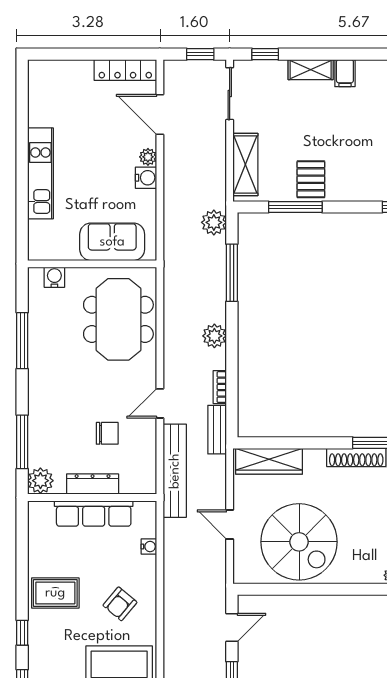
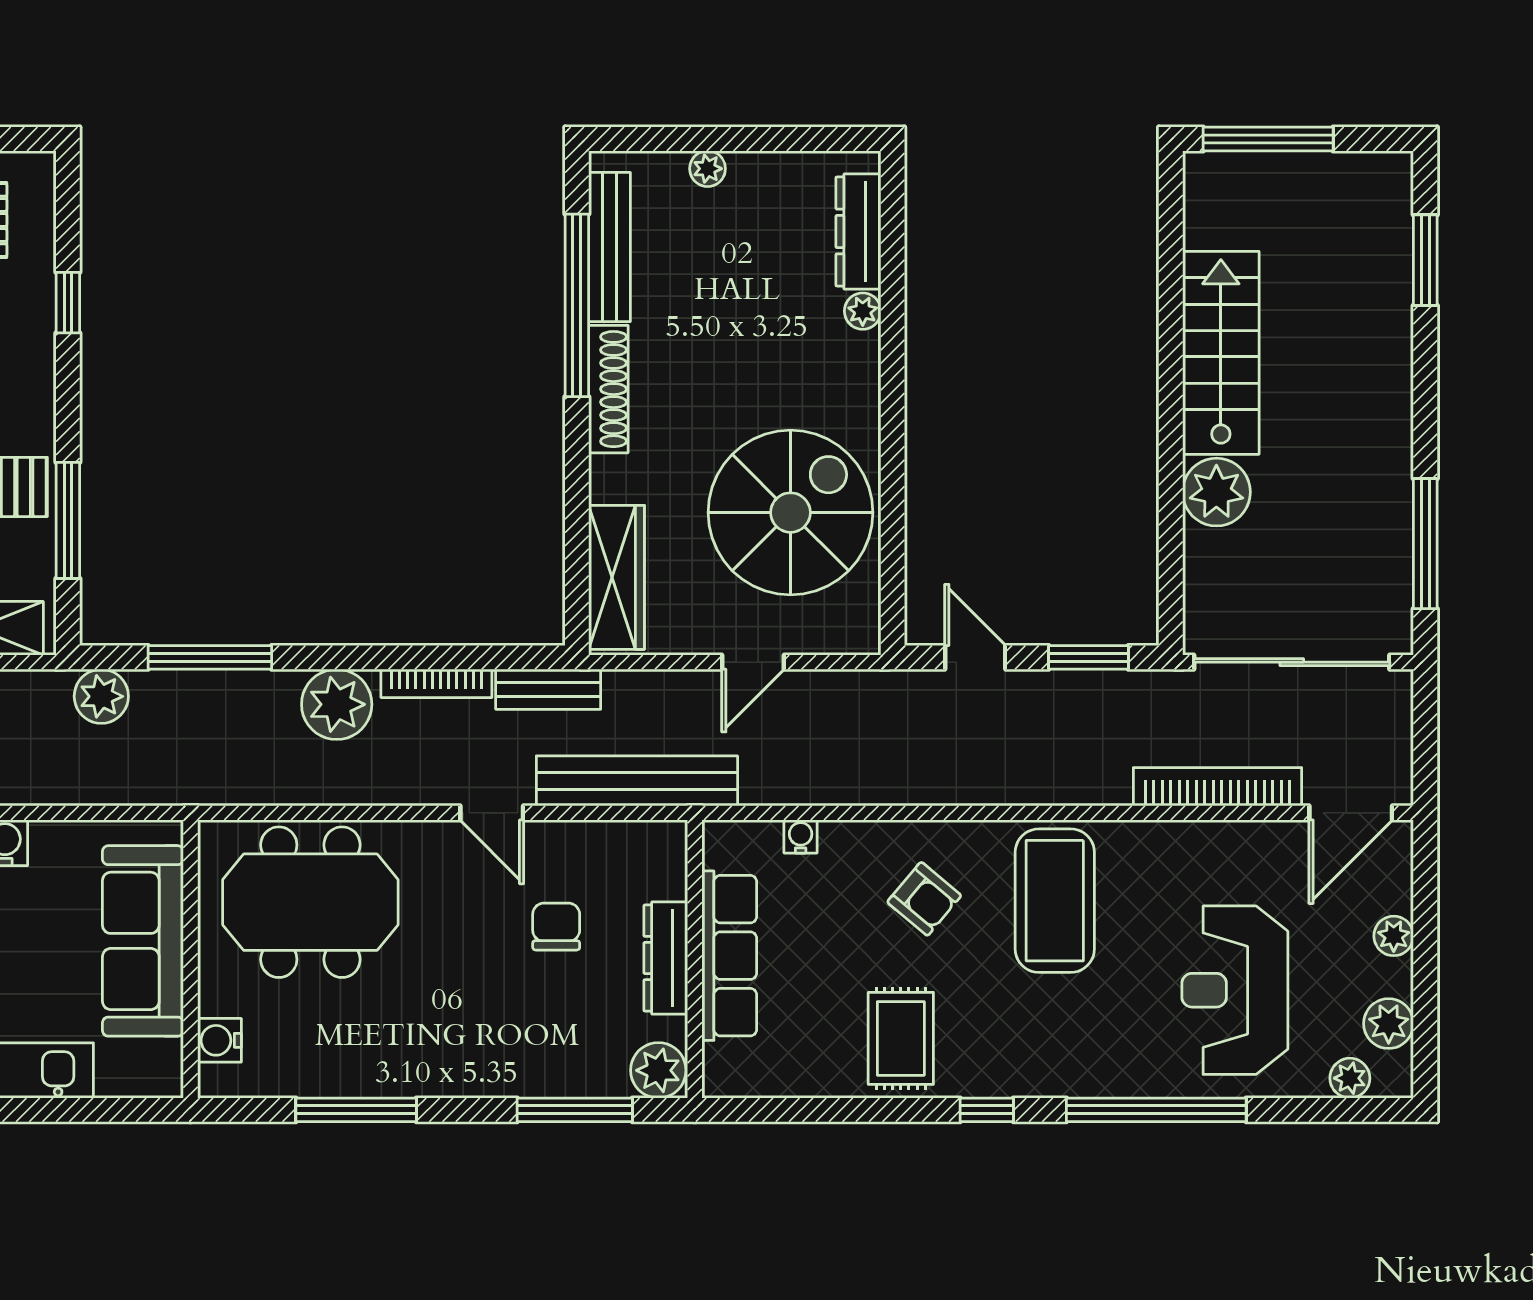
sofa: (112, 242) -> (143, 941), width x1.36
plant: (214, 336) -> (337, 704), width x1.36, depth x1.36
bookcase: (220, 387) -> (436, 683), width x1.56

